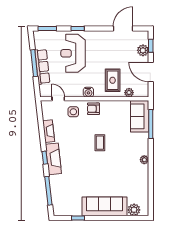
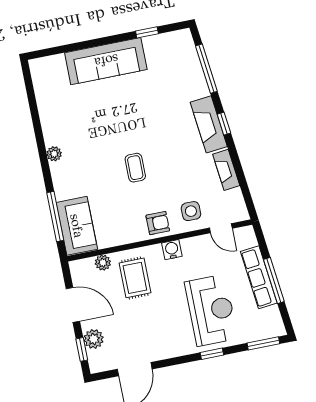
plant: (134, 210) -> (55, 65), removed

